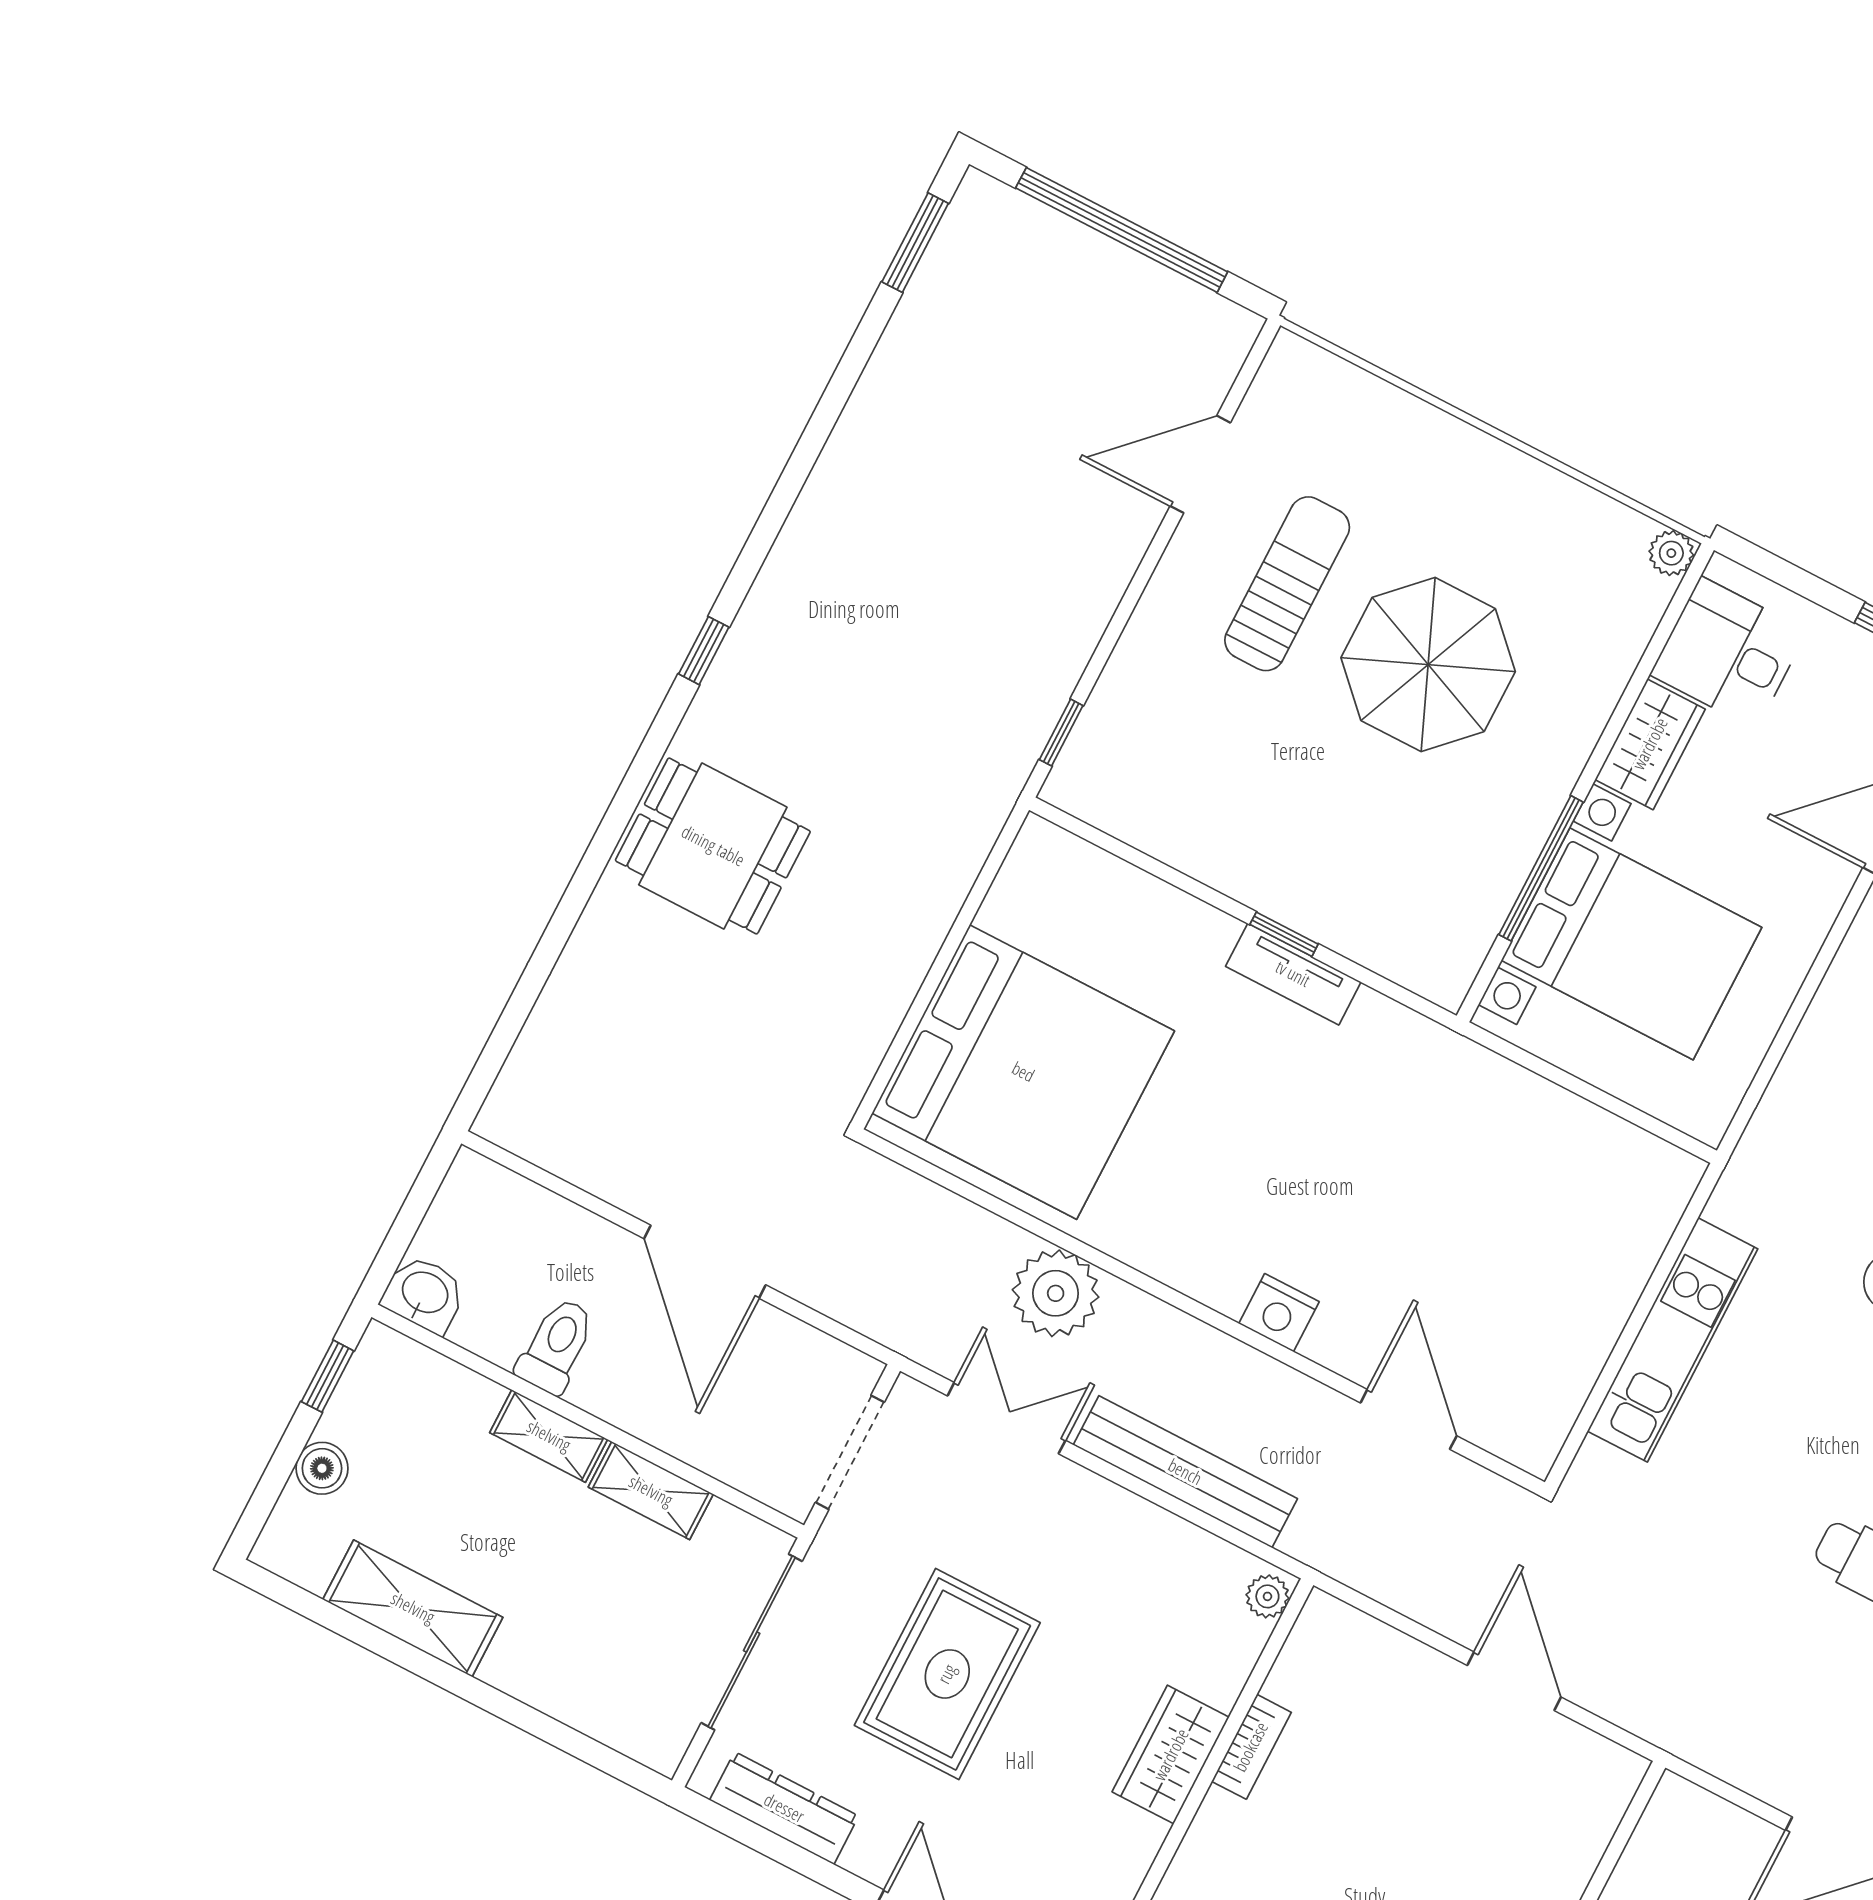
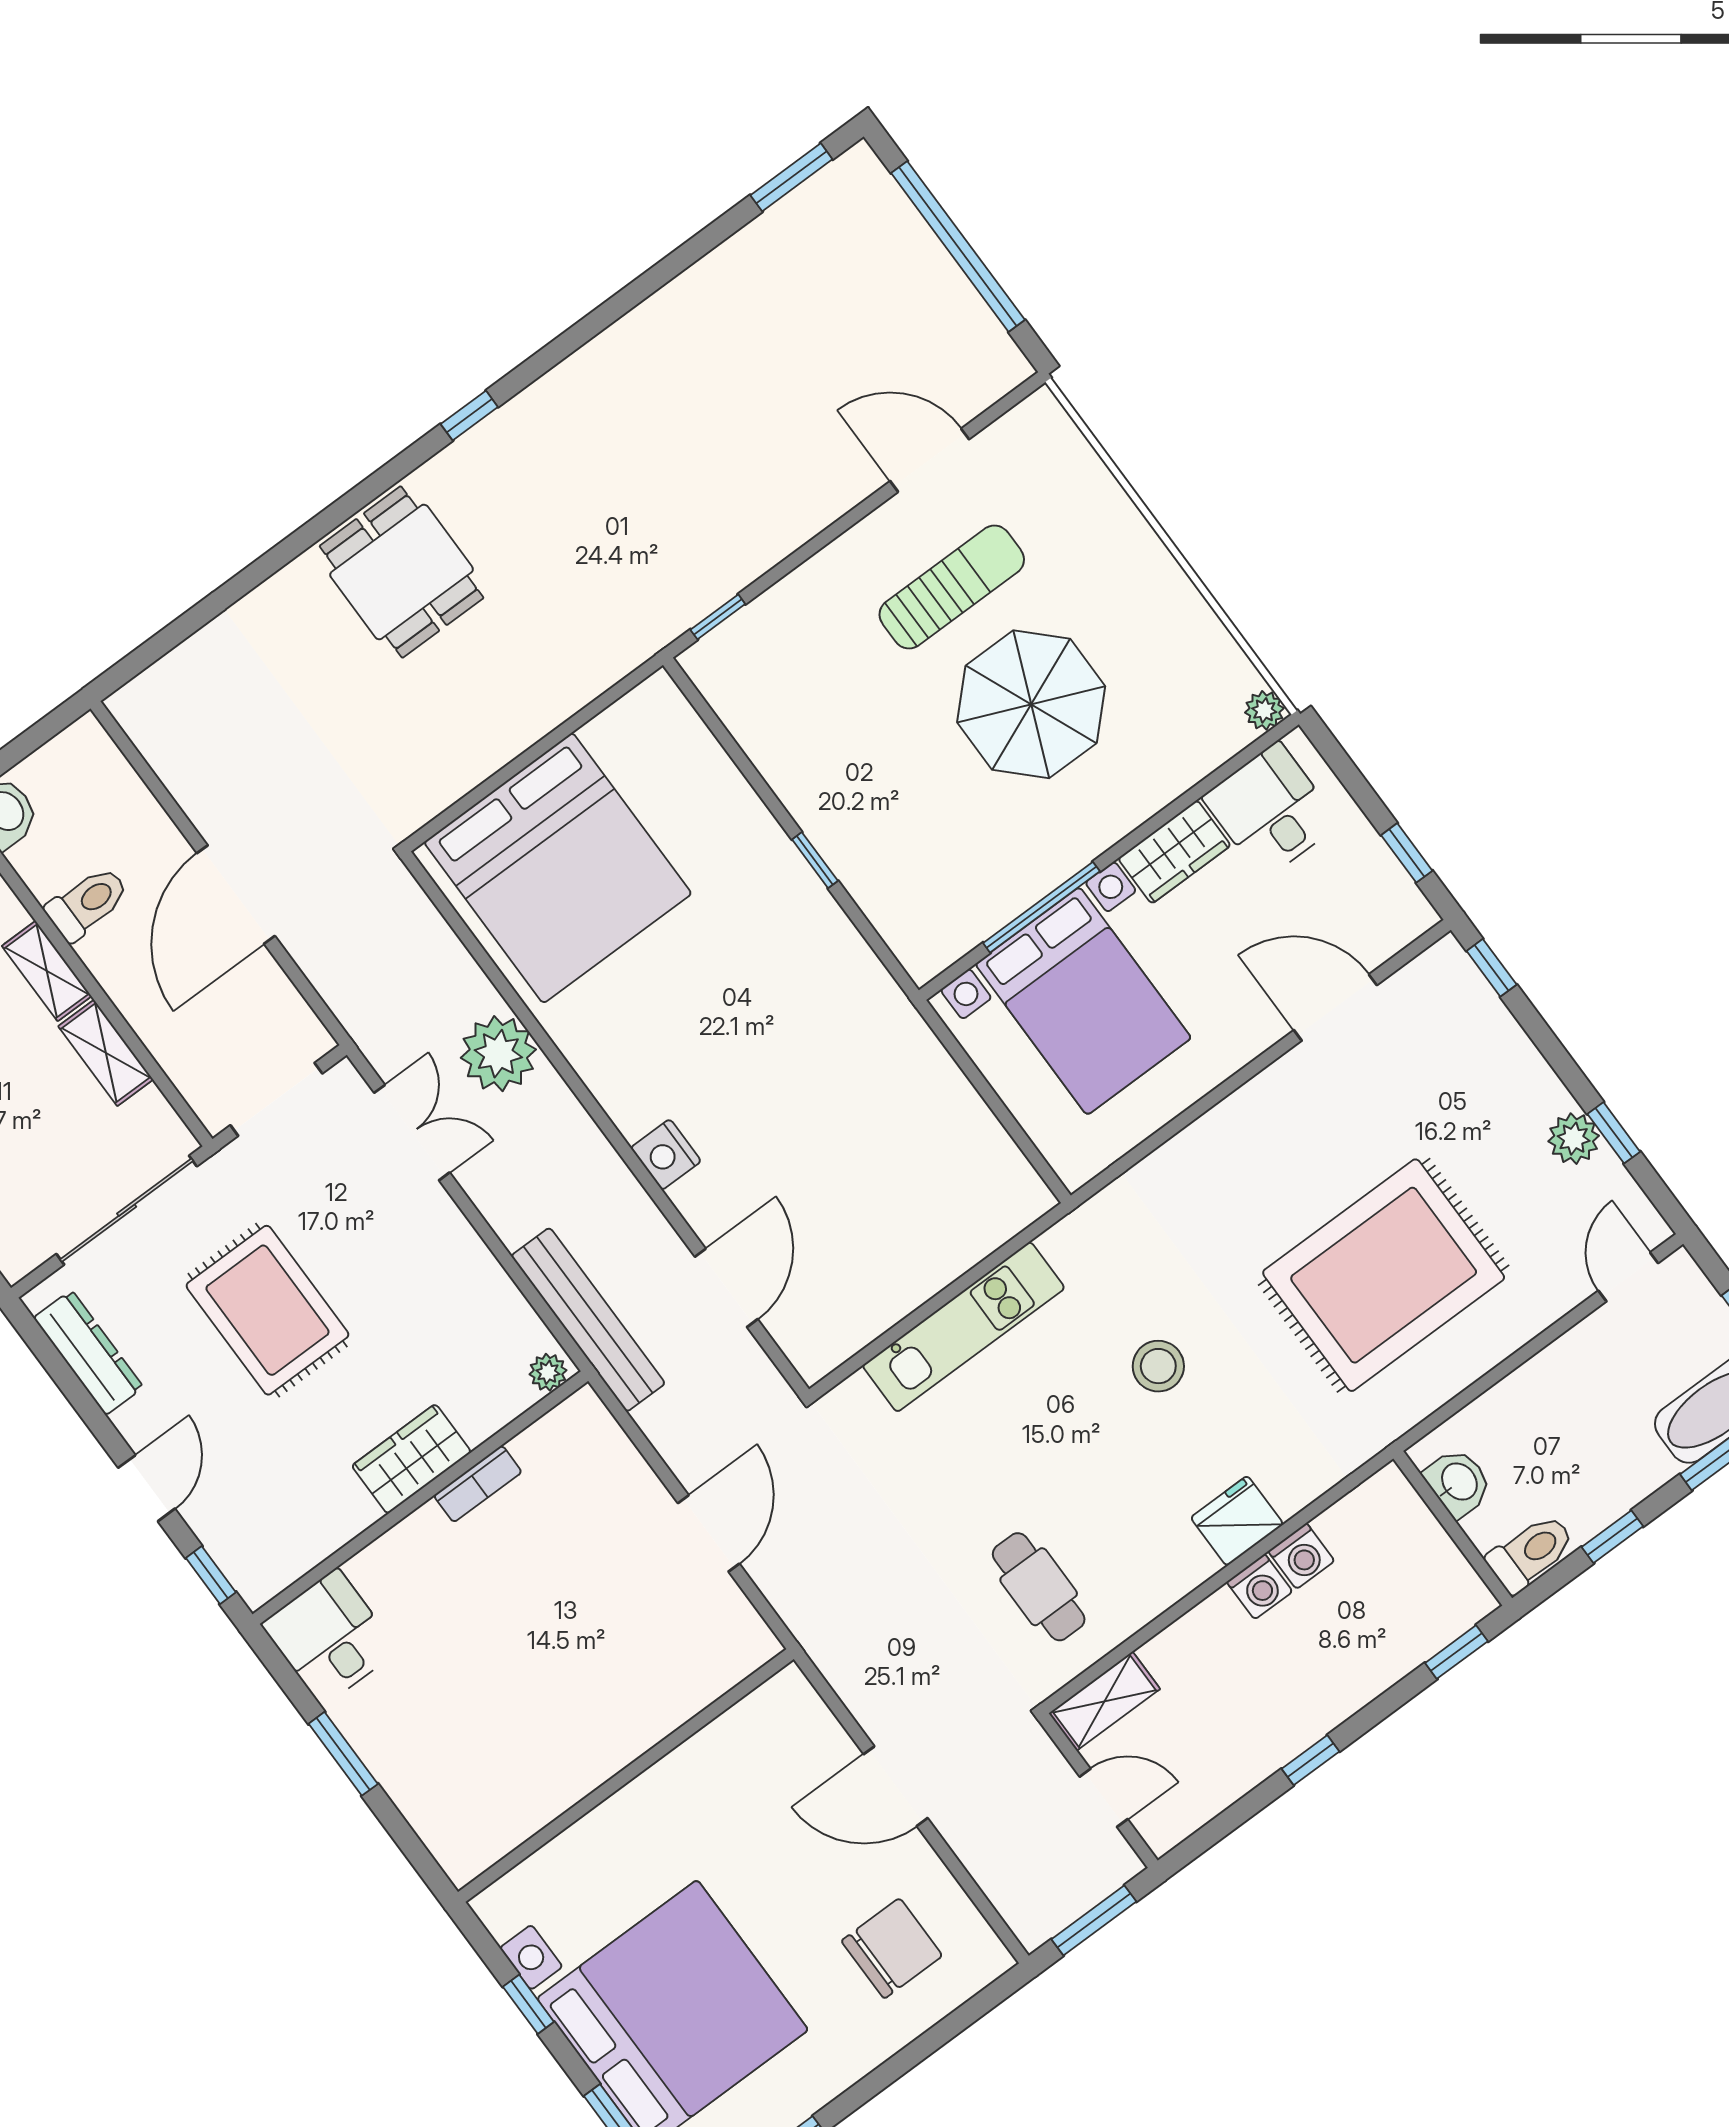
tv unit: (1293, 974) -> (807, 895), removed
bench: (1185, 1472) -> (588, 1320), moved
rug: (947, 1674) -> (267, 1310), turned 90

